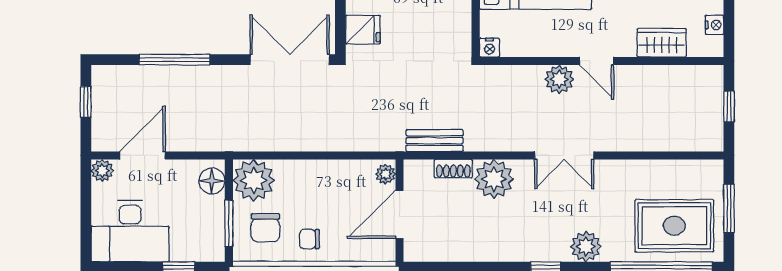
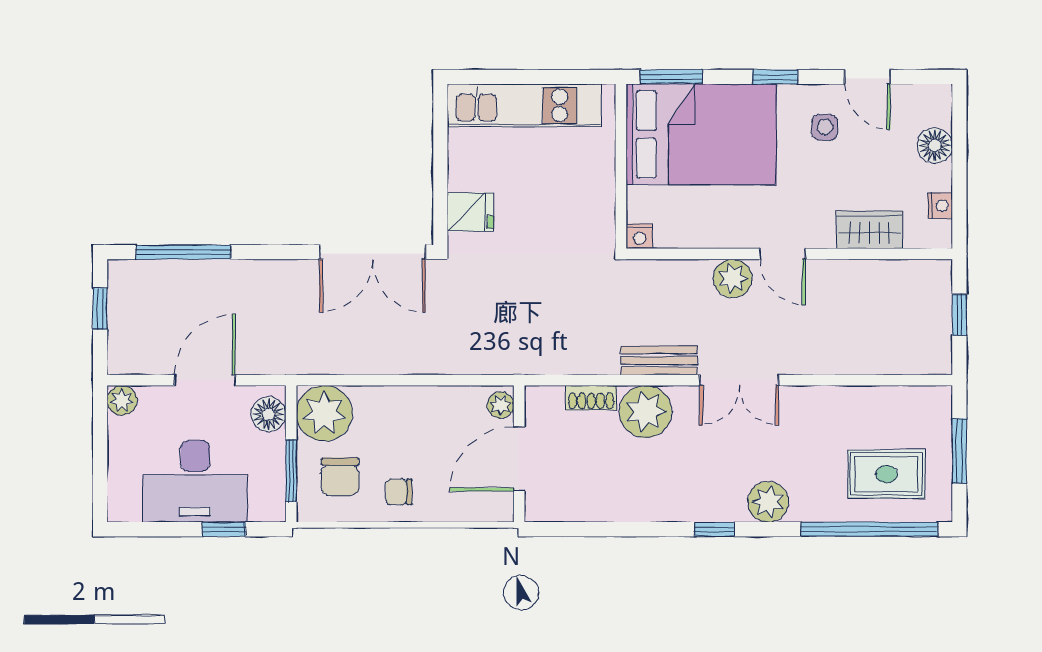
window: (174, 60) -> (183, 252), moved
double door: (290, 60) -> (372, 252), swing flipped
bench: (435, 141) -> (659, 360), moved
door: (142, 155) -> (205, 380), moved
rug: (674, 226) -> (886, 474), width x0.73, depth x0.70
desk: (130, 231) -> (195, 481), moved

